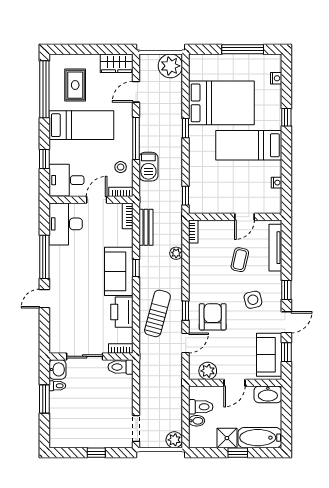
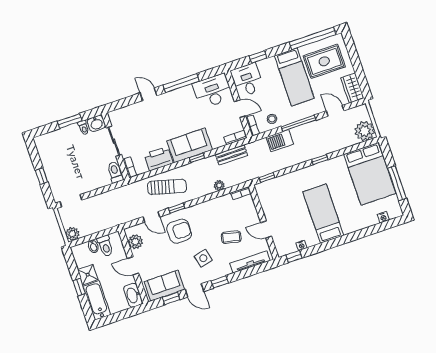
rug: (75, 85) -> (324, 61), width x1.36, depth x1.43
bed: (221, 103) -> (370, 174), moved
window: (286, 117) -> (294, 257), moved

